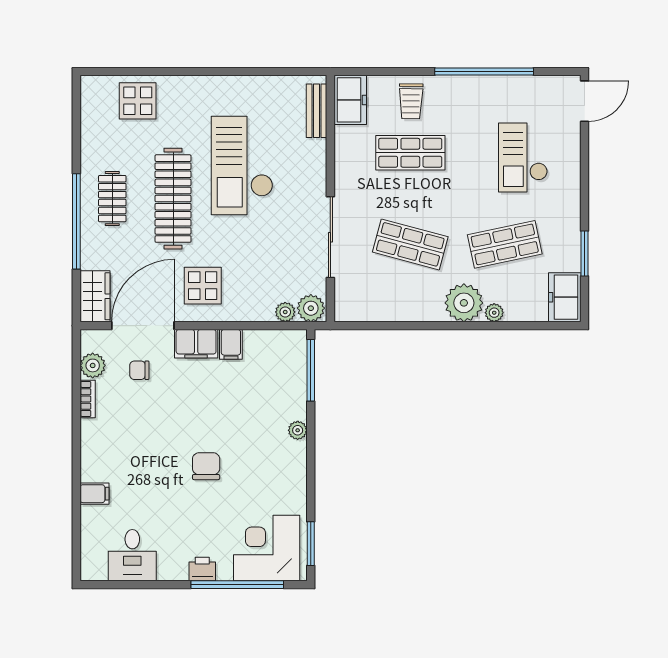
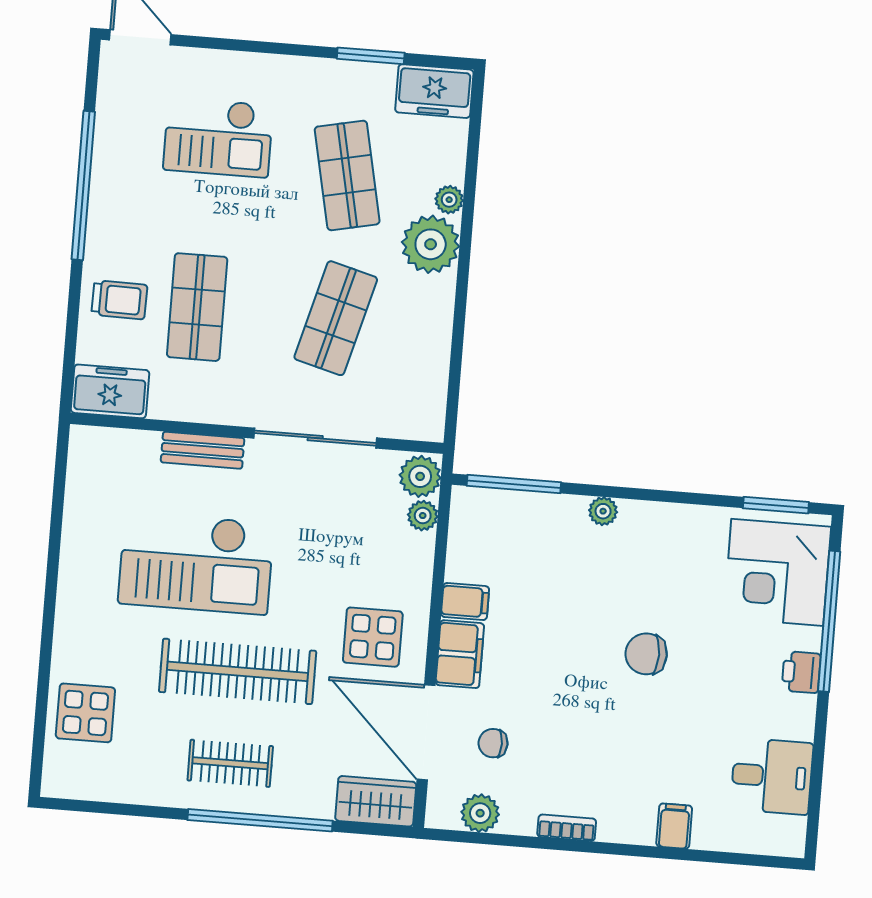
bench: (316, 111) -> (203, 450), moved
chair: (139, 370) -> (493, 743), turned 90
bookcase: (88, 399) -> (567, 828), moved

